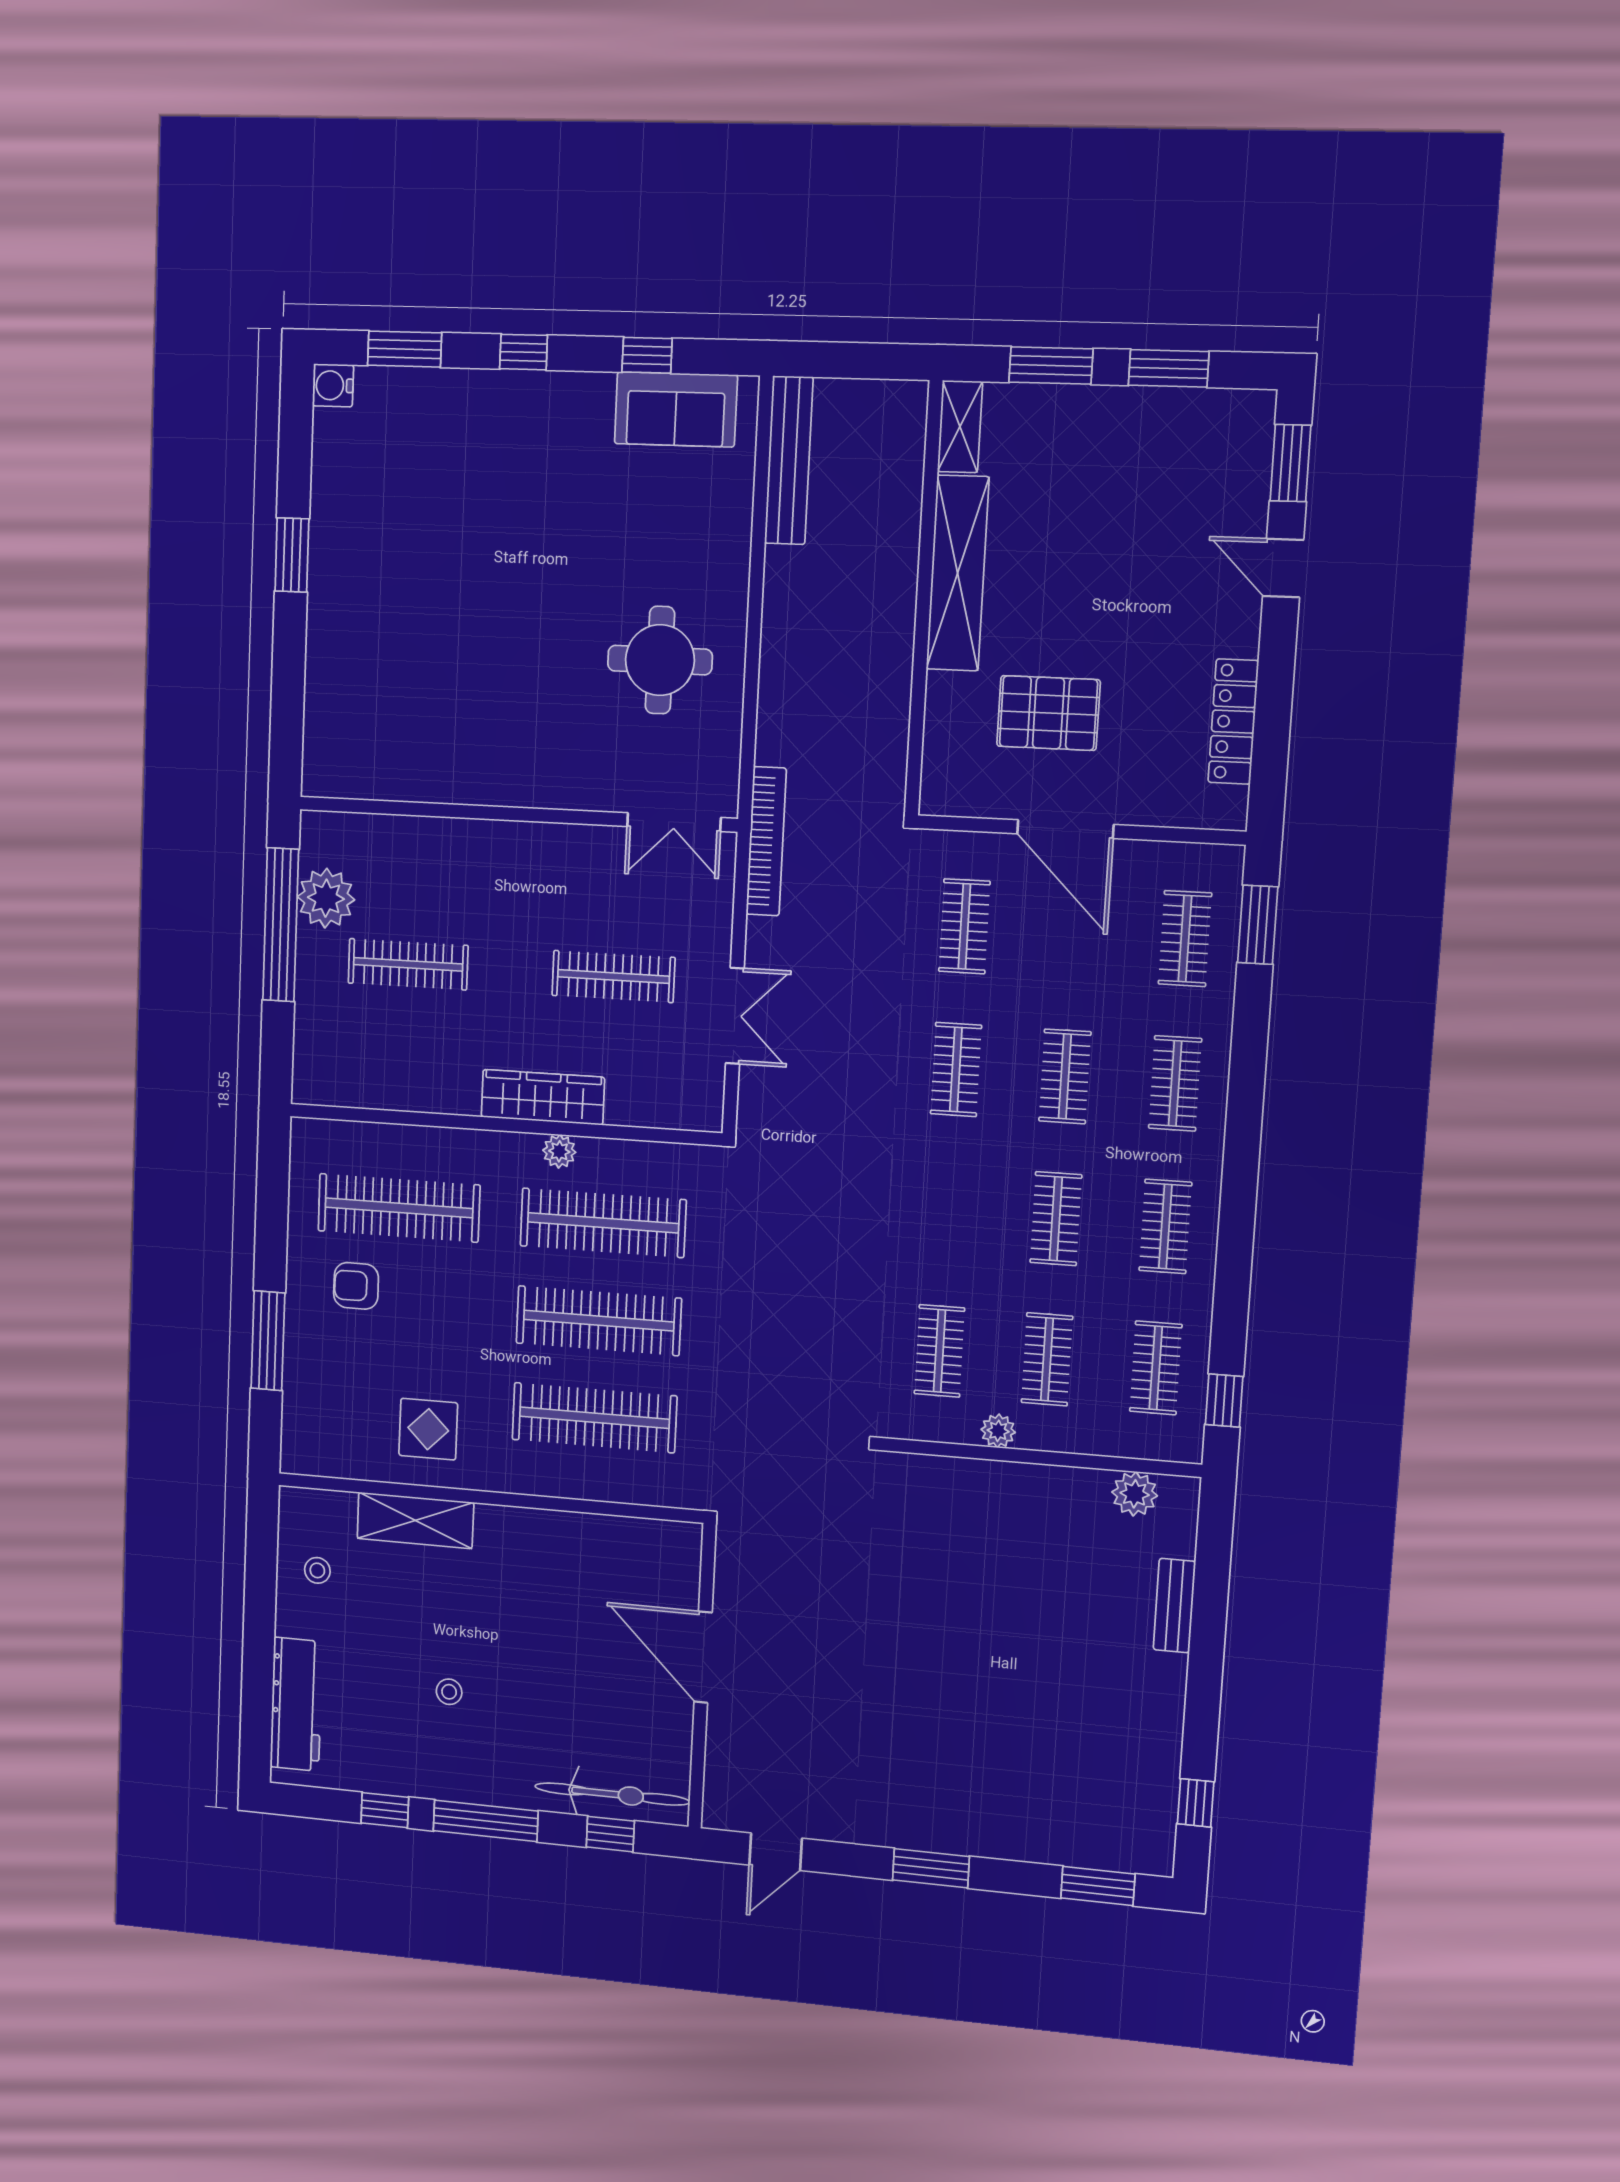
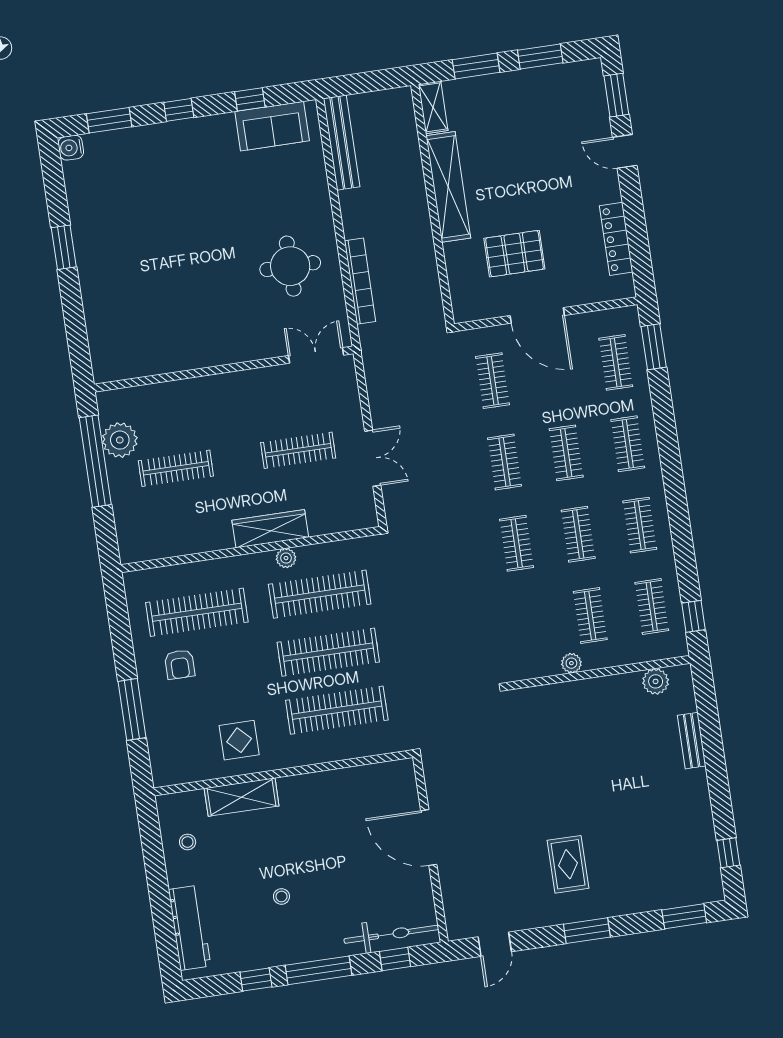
double door: (674, 822) -> (316, 355), swing flipped
bookcase: (766, 841) -> (360, 281), moved
armchair: (356, 1286) -> (180, 664), turned -90
clothes rail: (939, 1351) -> (517, 543), moved
rug: (922, 1755) -> (568, 864), added

